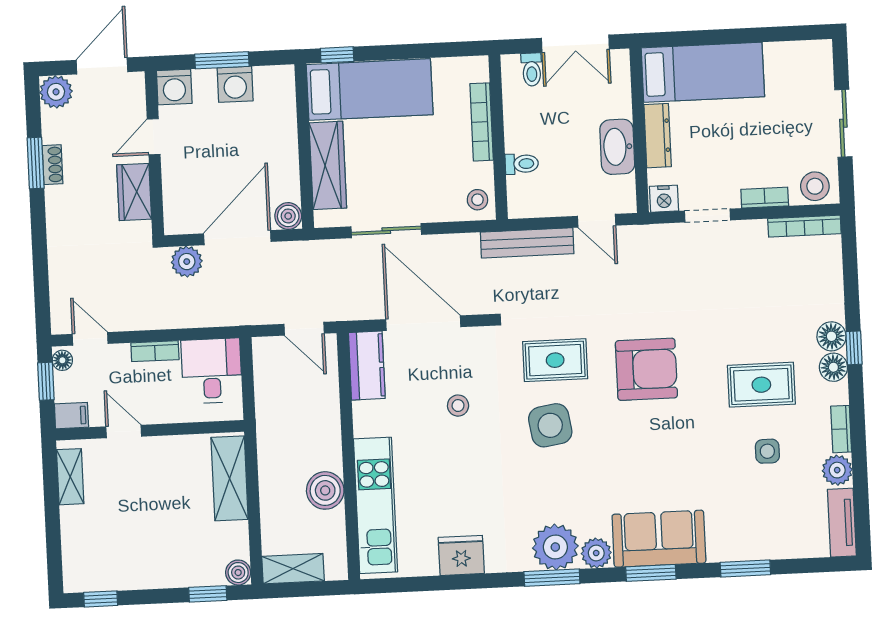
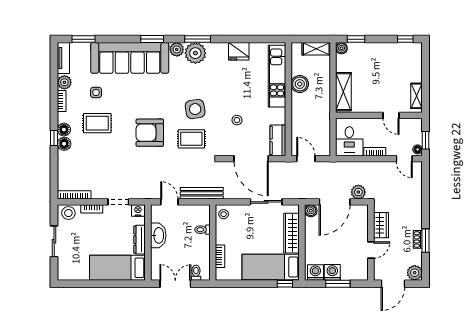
washing machine: (174, 87) -> (315, 272), moved
bookcase: (482, 122) -> (220, 256), width x0.64
filing cabinet: (71, 416) -> (415, 124), removed
sofa: (659, 539) -> (130, 58), width x1.85, depth x1.27
window: (745, 568) -> (84, 39), moved

